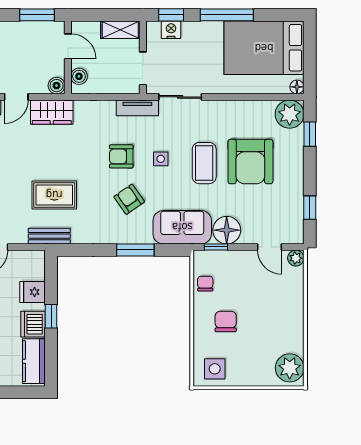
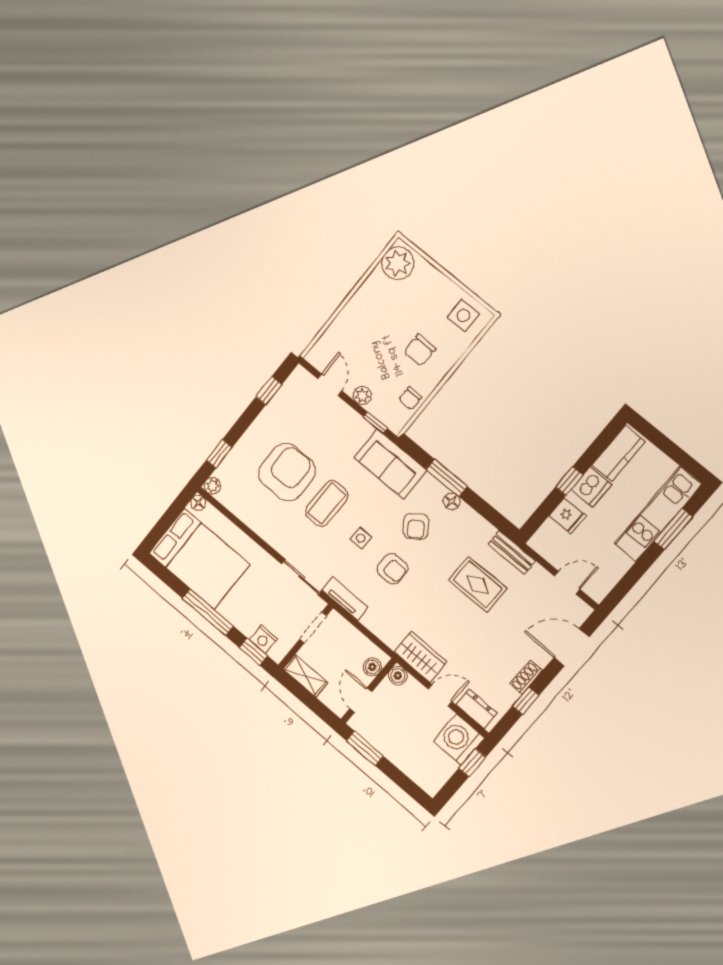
plant: (290, 114) -> (212, 486), width x0.53, depth x0.53
floor lamp: (227, 230) -> (452, 502), moved, width x0.53, depth x0.53
plant: (296, 258) -> (362, 396), moved

